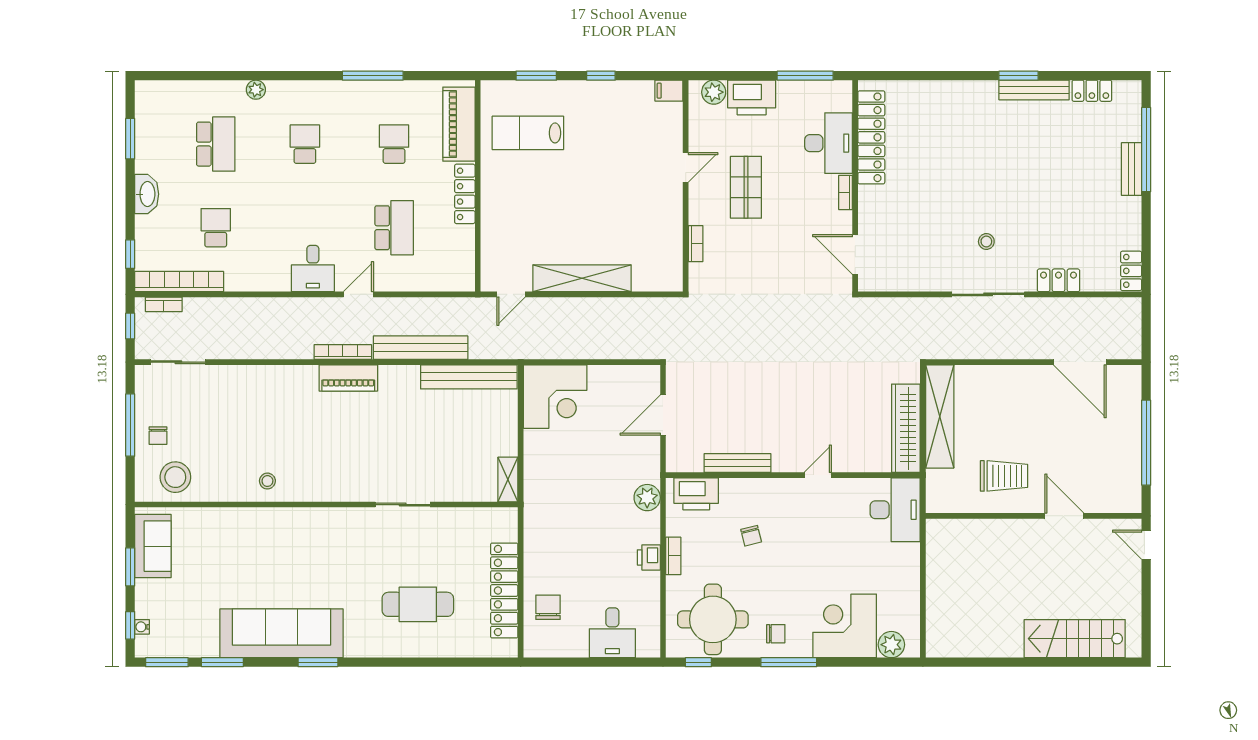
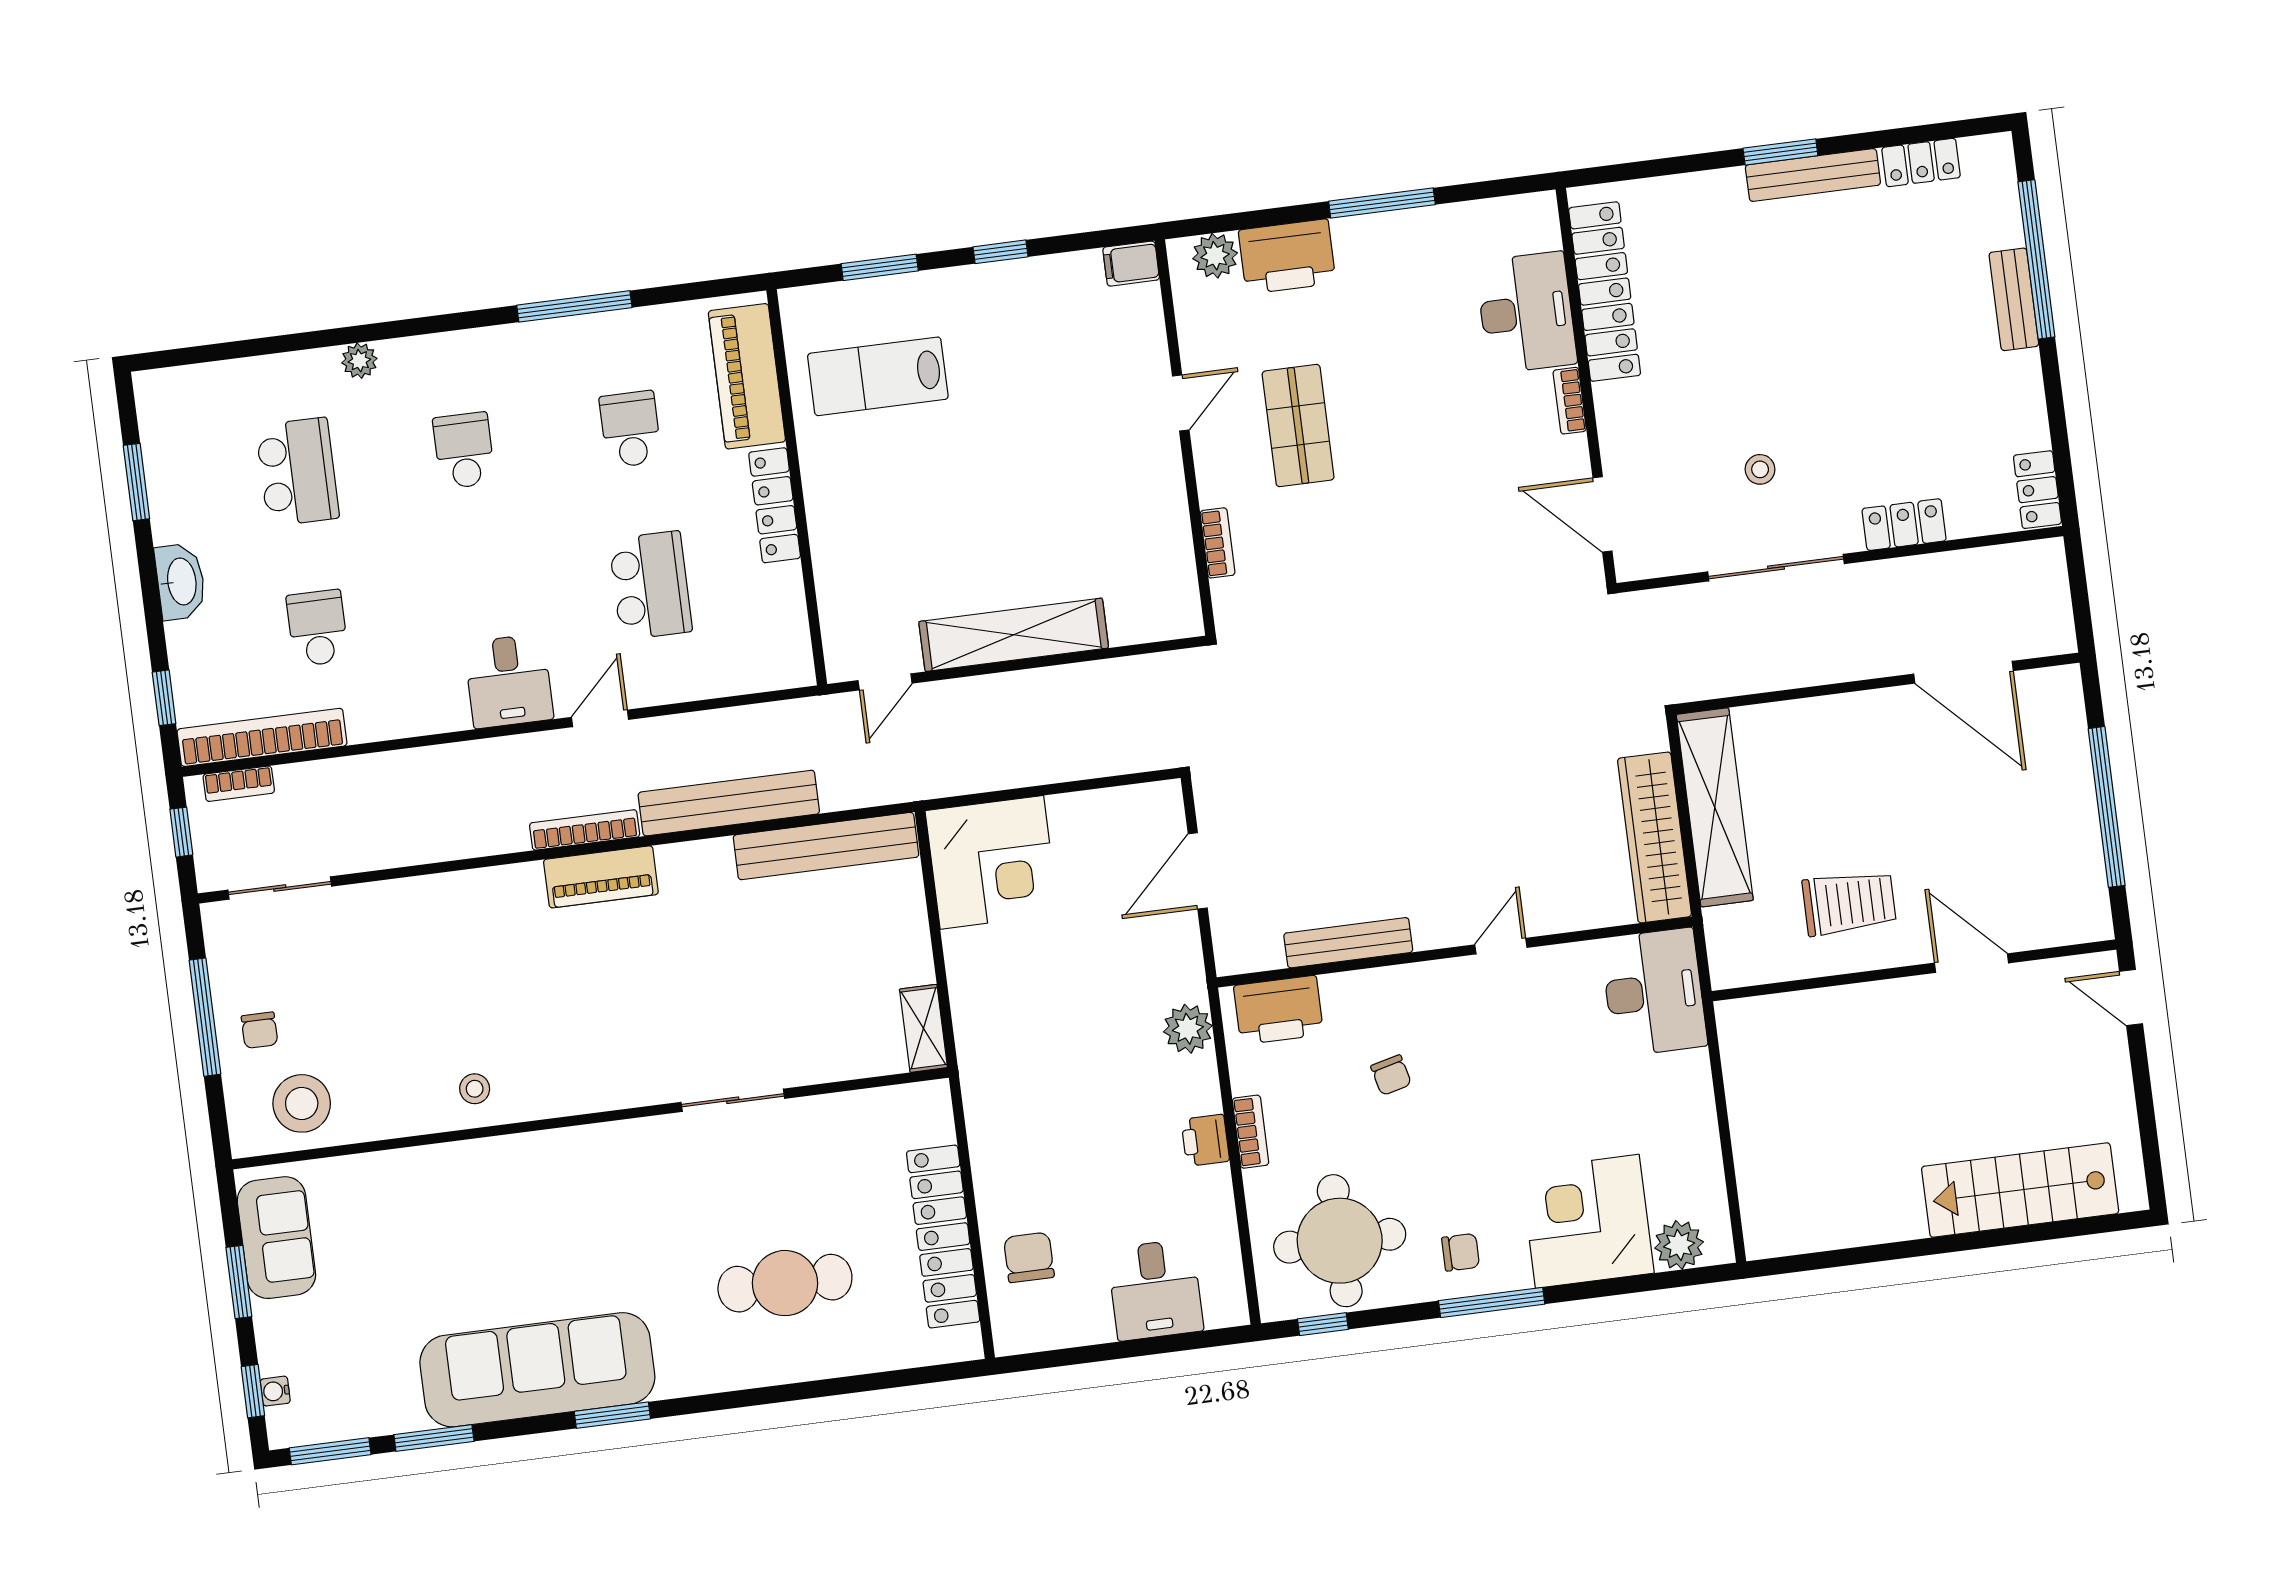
locker: (871, 137) -> (1605, 292), moved
desk: (829, 143) -> (1526, 313), moved
wall: (855, 186) -> (1586, 386), moved
bookcase: (846, 192) -> (1570, 401), moved
door: (855, 255) -> (1602, 514), moved

